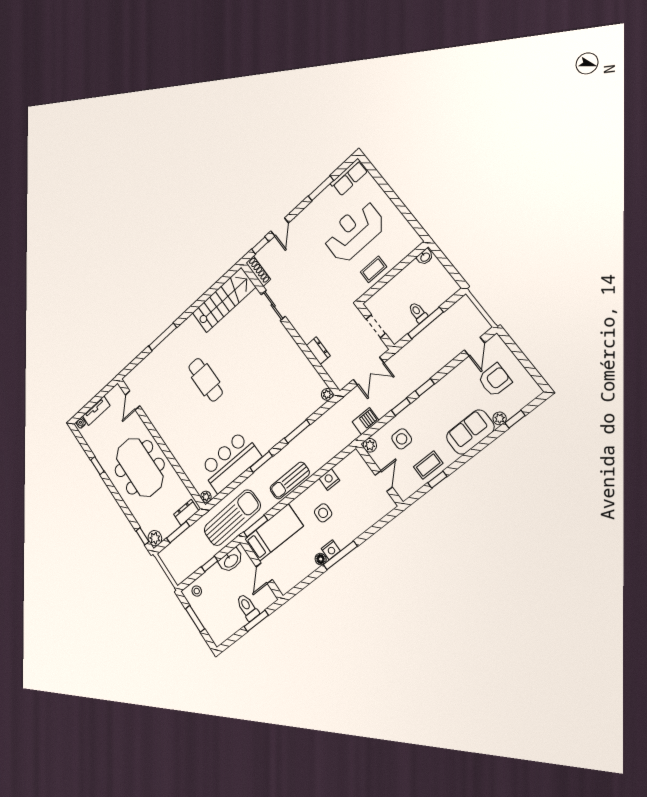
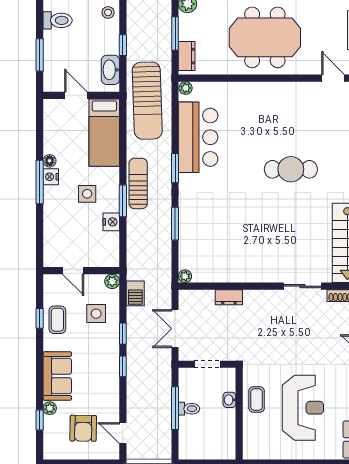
washbasin: (425, 257) -> (229, 400), moved
window: (256, 526) -> (123, 201), moved
toilet: (247, 607) -> (58, 20), moved

